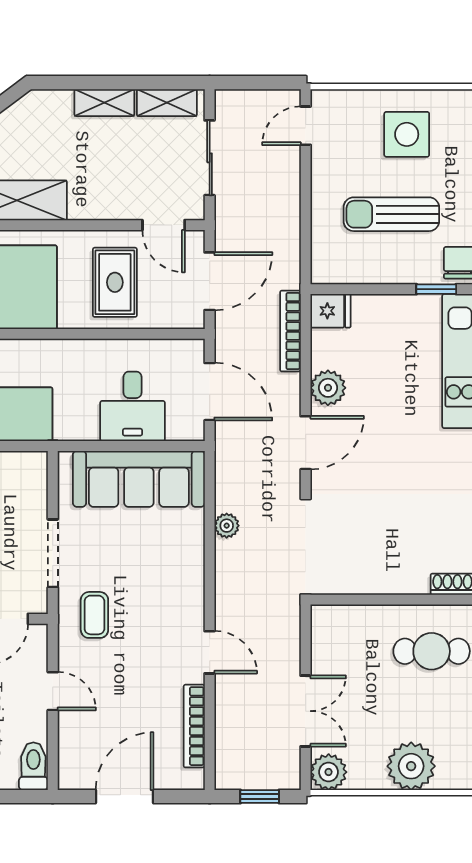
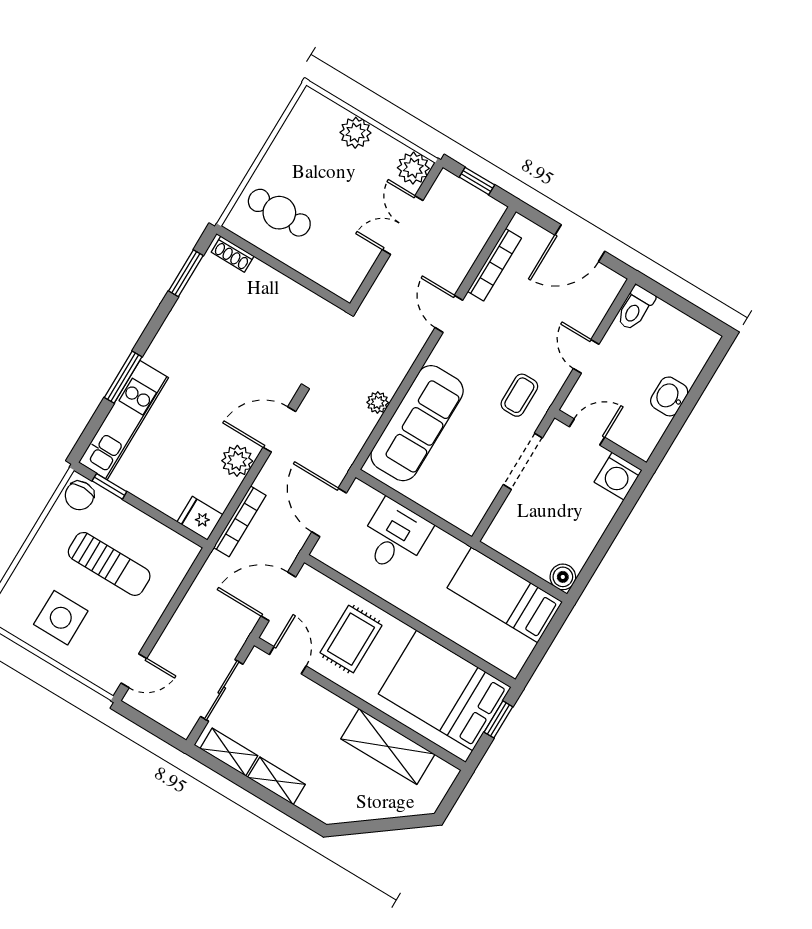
sofa: (139, 479) -> (417, 423), moved, turned 90
plant: (411, 766) -> (355, 133), width x0.73, depth x0.73

